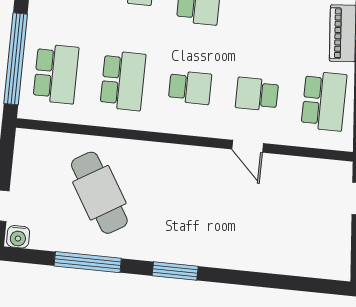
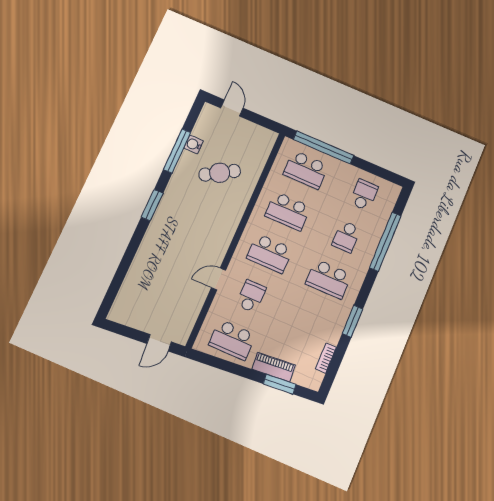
school desk: (190, 87) -> (270, 253), width x1.85
cafe table: (99, 193) -> (220, 173), width x0.73, depth x0.74
water cooler: (18, 237) -> (194, 144), moved

